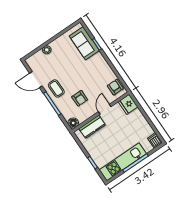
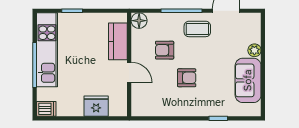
sofa: (84, 43) -> (248, 80), moved, turned -90
armchair: (115, 87) -> (187, 78), moved
fridge: (128, 104) -> (96, 106), moved

